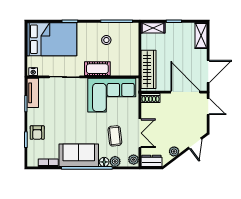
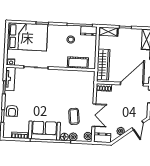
dresser: (129, 28) -> (89, 31), added
cot: (97, 69) -> (78, 63), moved
door: (185, 92) -> (132, 84), hinge flipped
corner sofa: (112, 95) -> (73, 84), removed

